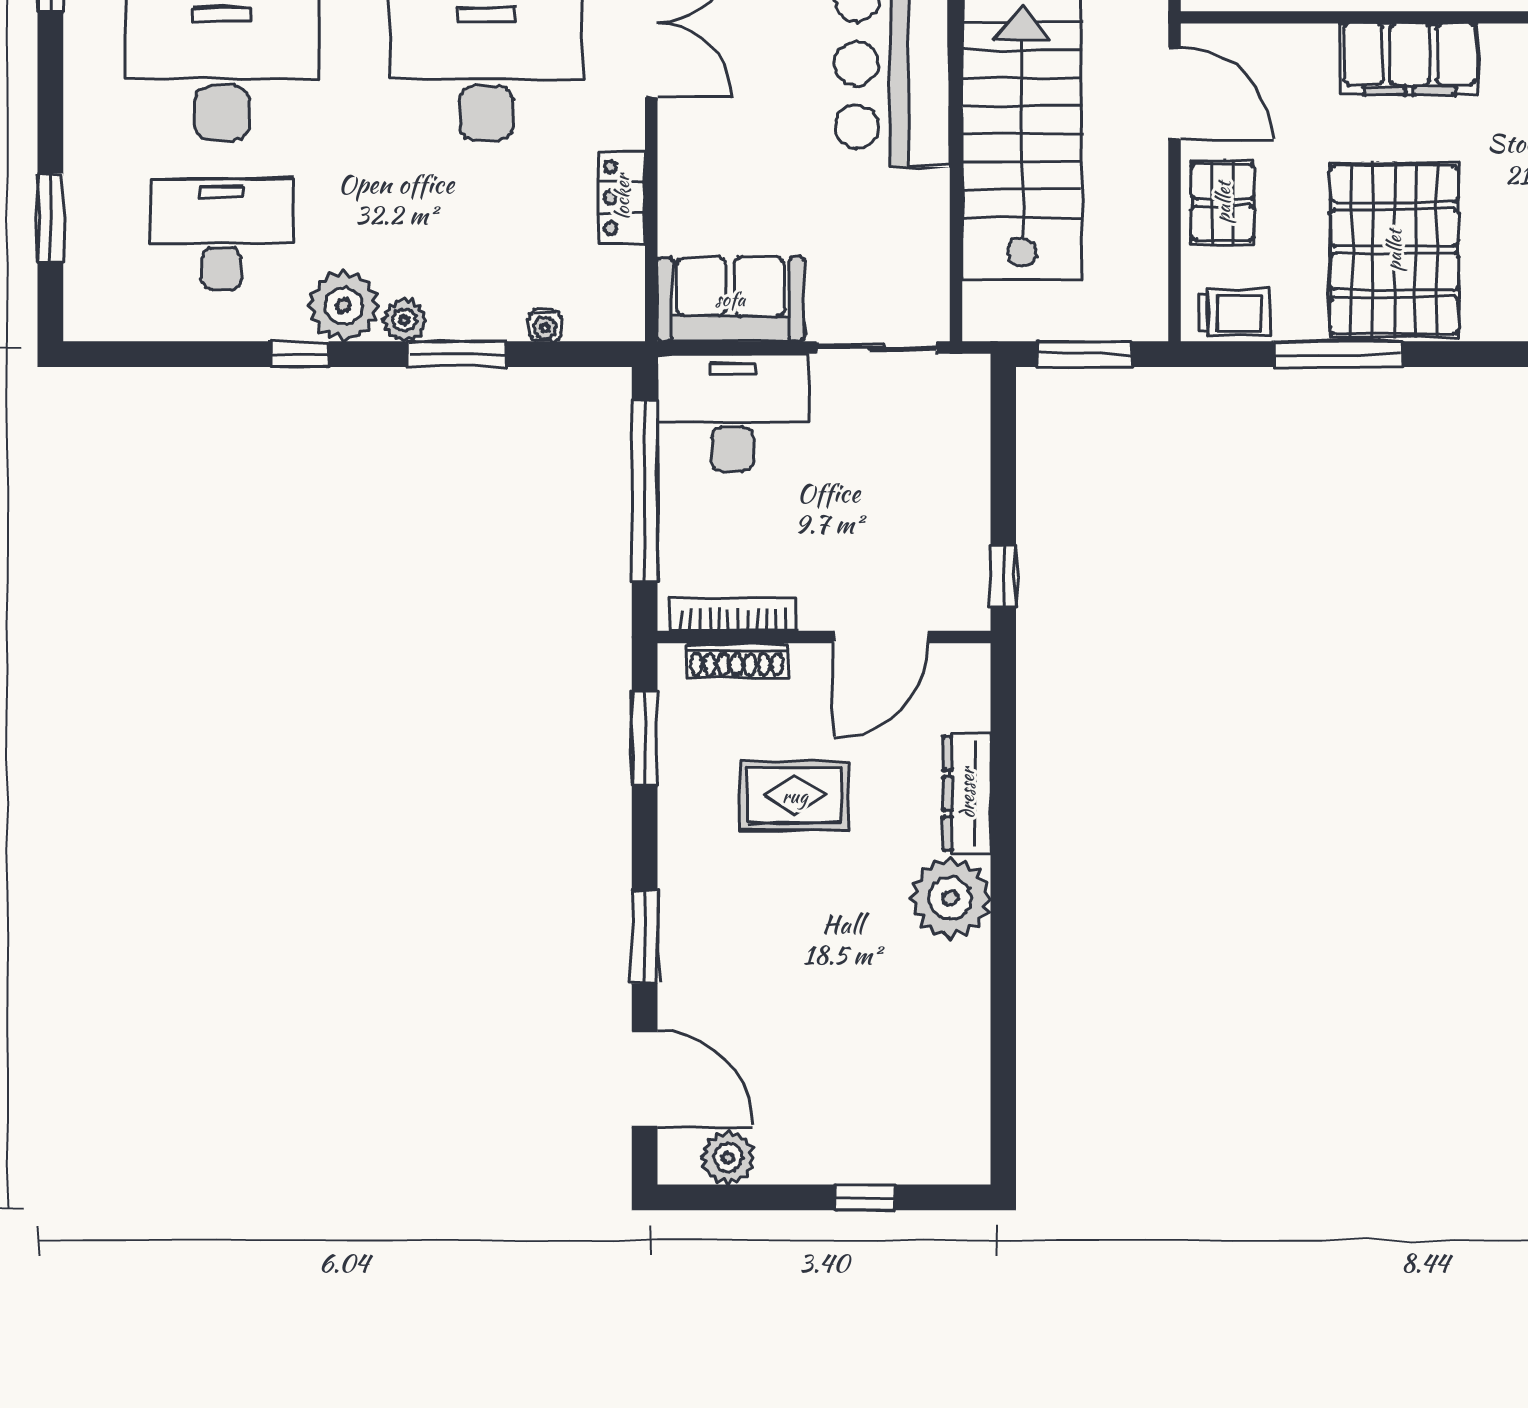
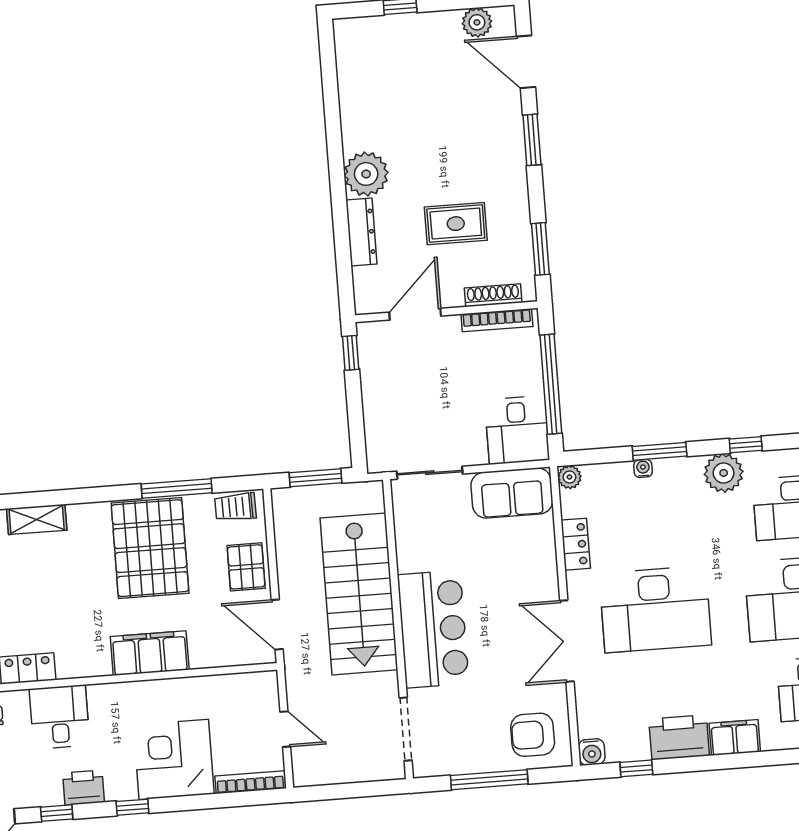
plant: (405, 320) -> (569, 477), moved
water cooler: (545, 325) -> (643, 468), moved
desk: (732, 413) -> (517, 430), width x0.73

